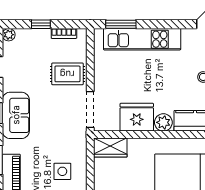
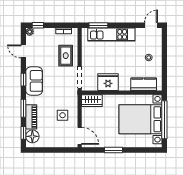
window: (41, 24) -> (38, 25), moved
rug: (67, 74) -> (66, 56), turned 90
plant: (163, 122) -> (124, 85), removed

